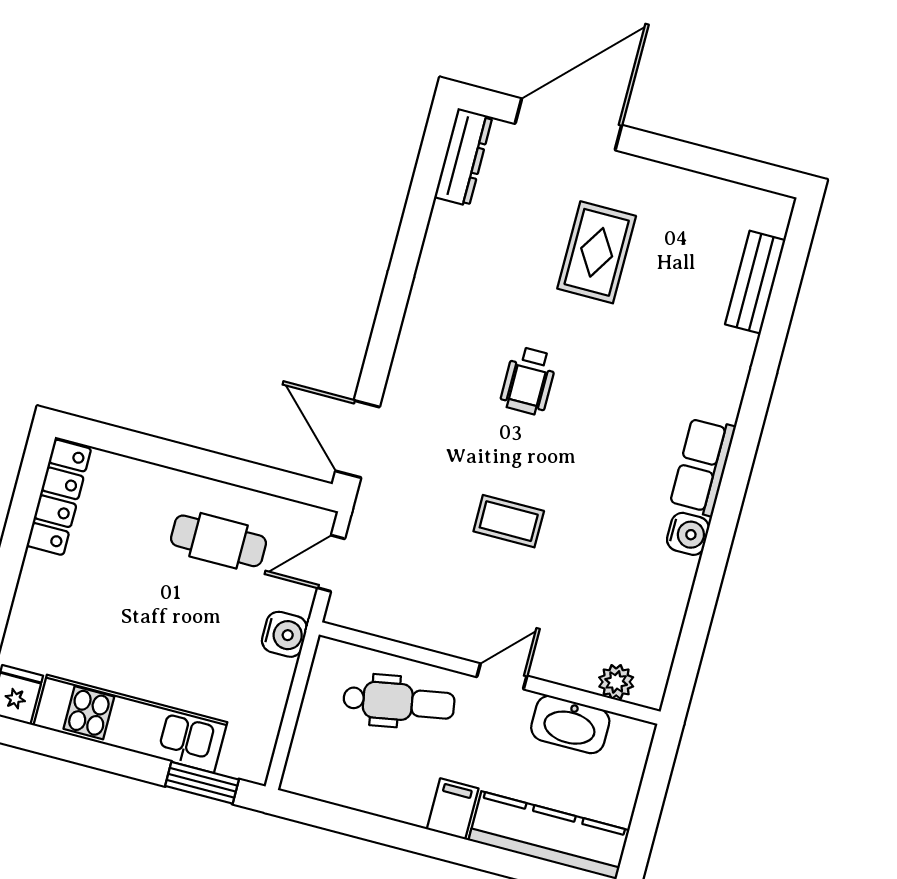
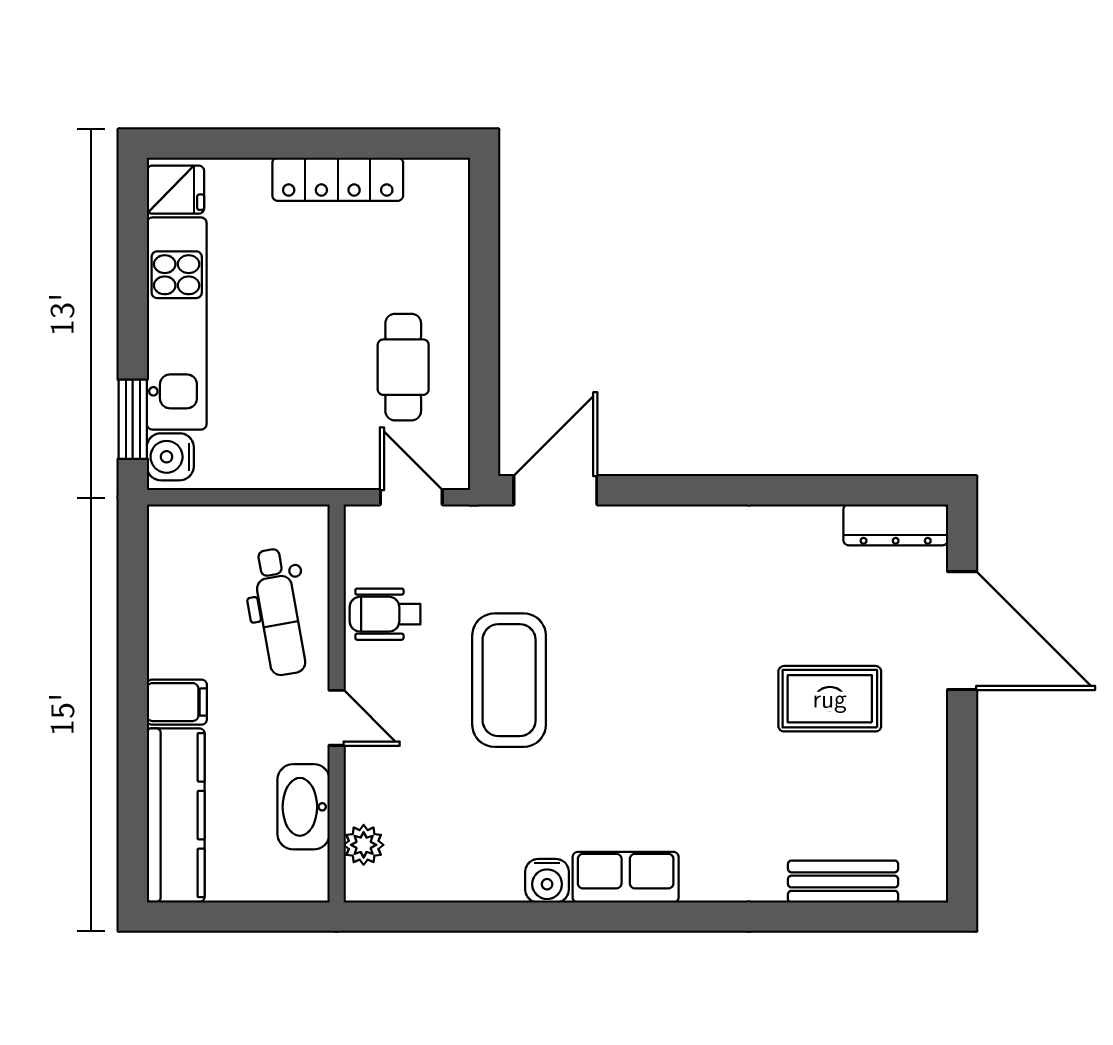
wheelchair: (528, 381) -> (385, 614), moved
locker: (59, 497) -> (338, 179), moved
coffee table: (509, 521) -> (509, 680), width x1.86, depth x1.72
water cooler: (284, 634) -> (170, 457), moved, turned 90

